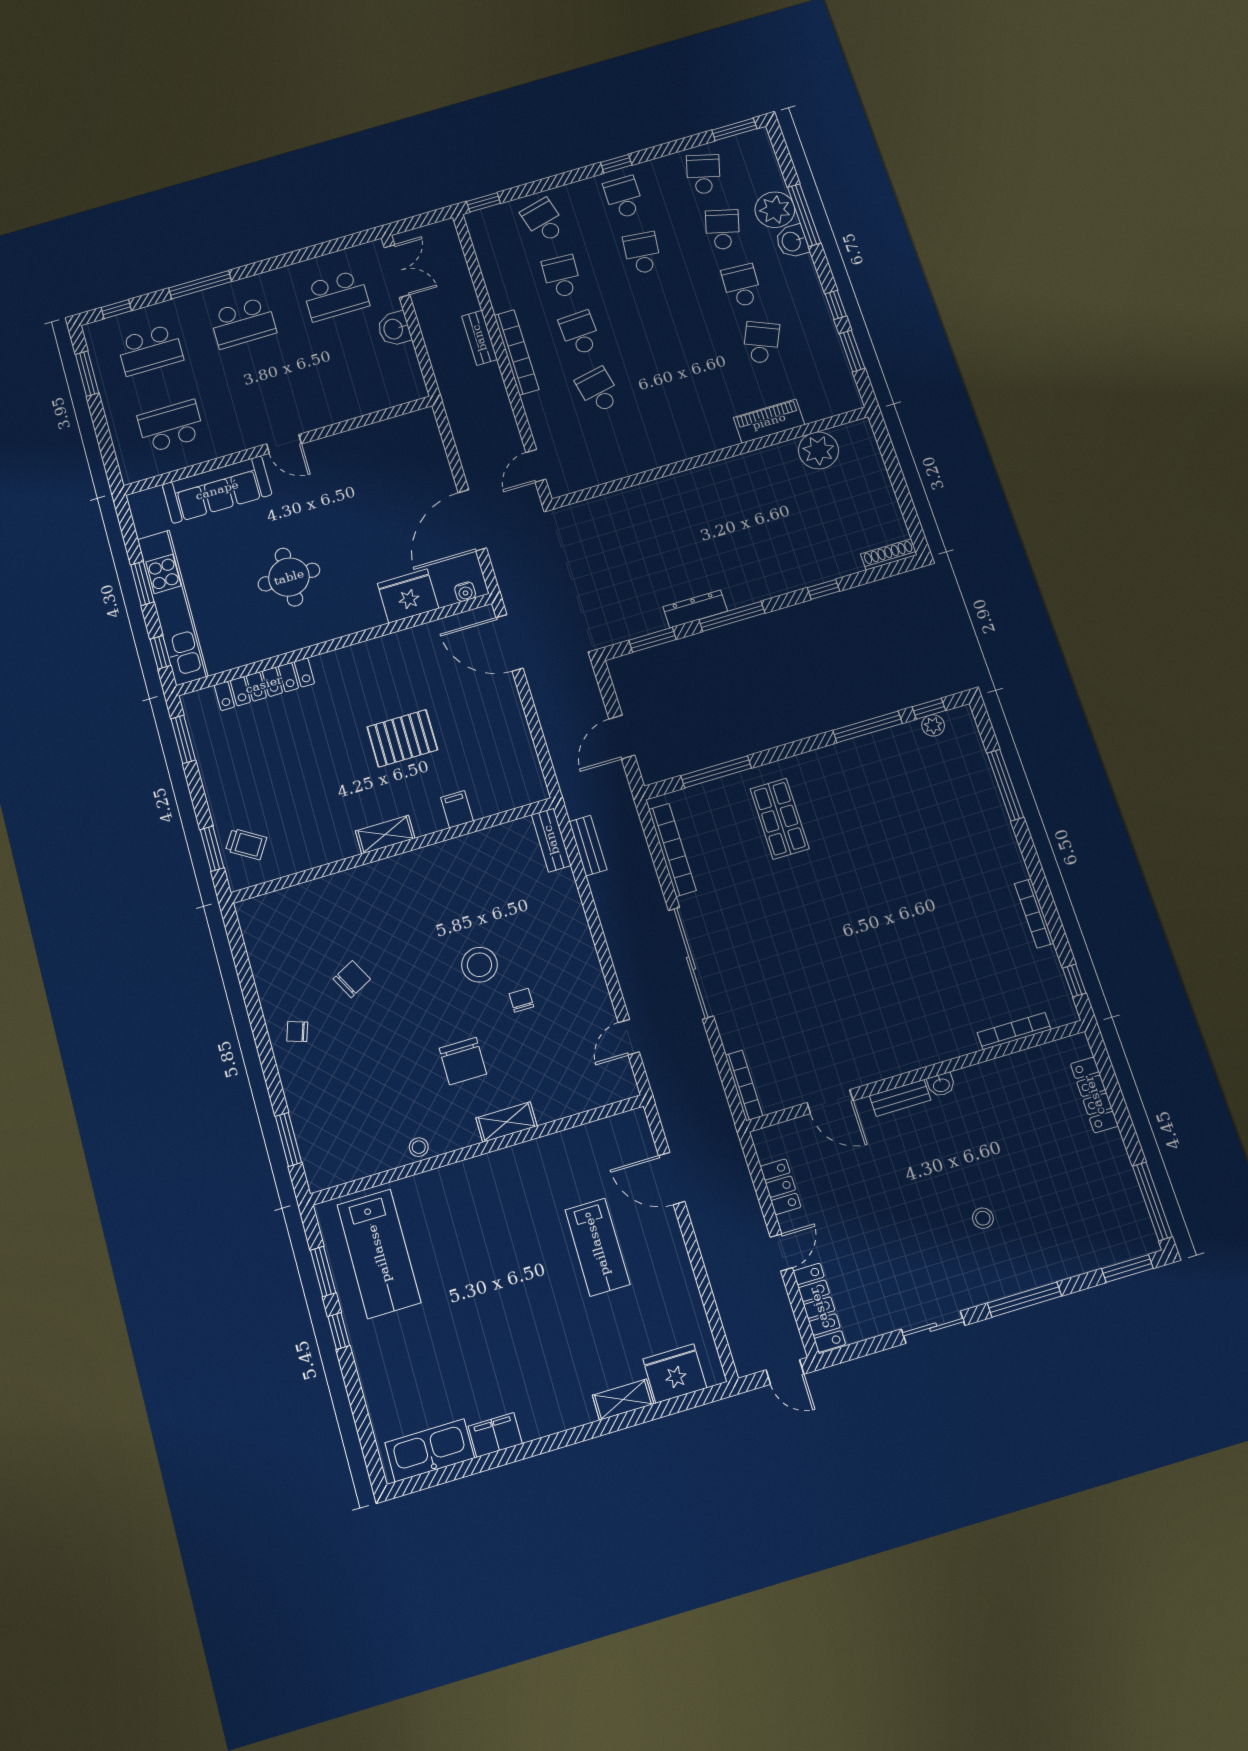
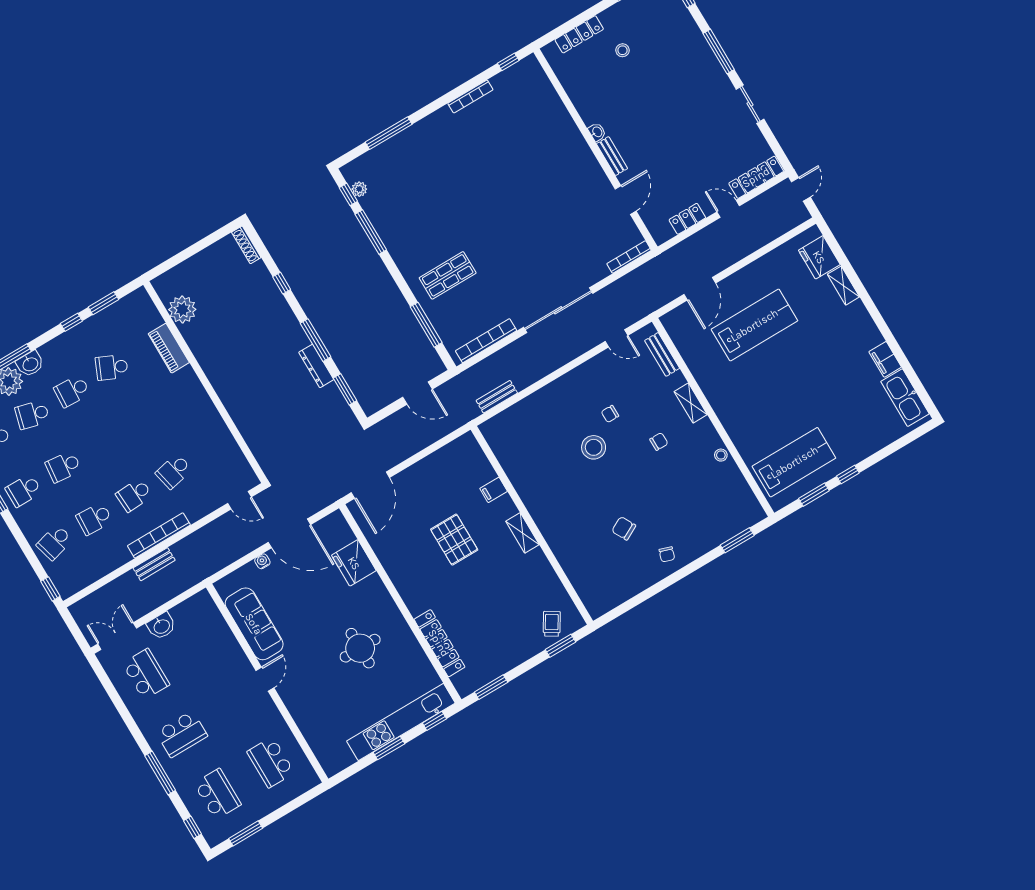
school desk: (243, 323) -> (182, 734), turned 90
sofa: (217, 490) -> (254, 624), moved
water cooler: (465, 592) -> (262, 561), moved, turned -90
bench: (551, 840) -> (662, 354), moved, turned 90
bookcase: (1014, 1031) -> (551, 93), removed
chair: (463, 1061) -> (659, 441), width x0.54, depth x0.54
stool: (983, 1218) -> (623, 50), moved
lab bench: (597, 1247) -> (754, 325), width x1.36, depth x1.39

